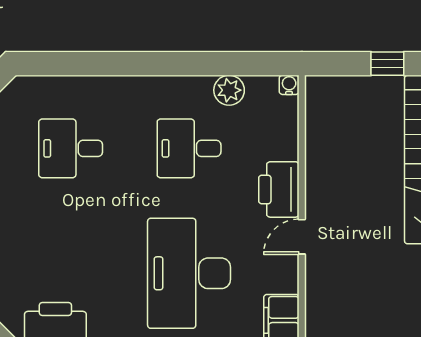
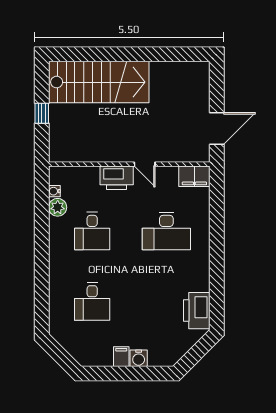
water cooler: (289, 85) -> (54, 191), moved
desk: (189, 273) -> (166, 231), width x0.73, depth x0.77

